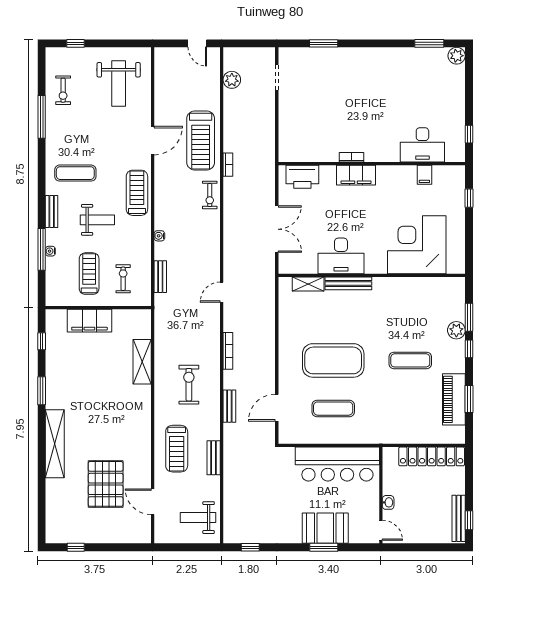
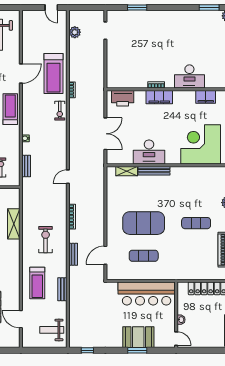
desk: (422, 145) -> (189, 76), moved
filing cabinet: (424, 175) -> (206, 97), width x2.00

